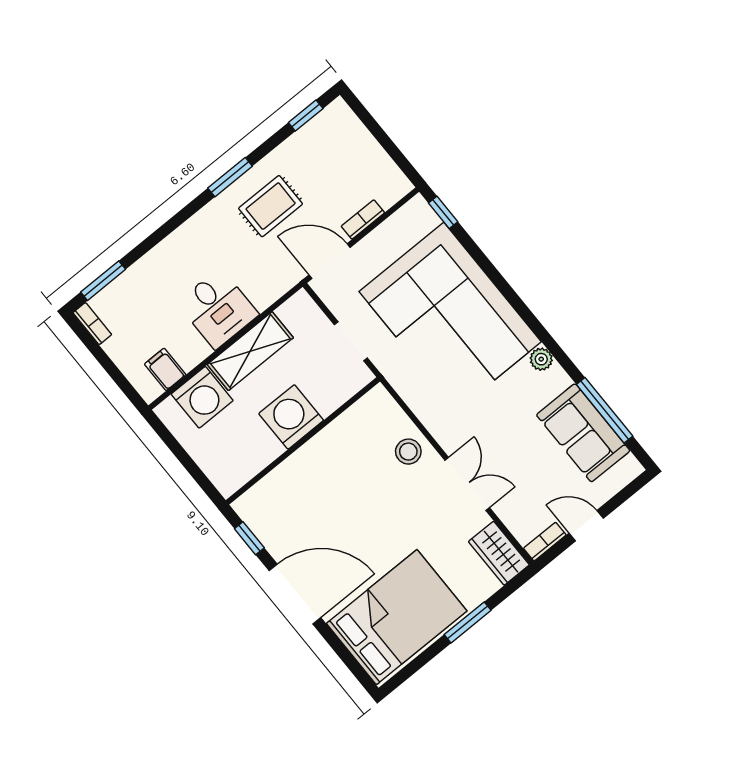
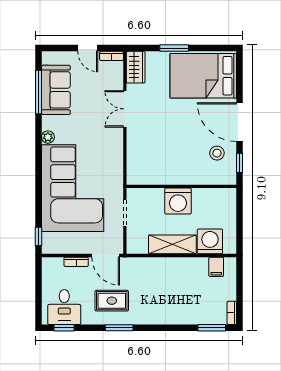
desk: (218, 308) -> (64, 307), moved, turned 180
stool: (408, 452) -> (217, 153), moved

